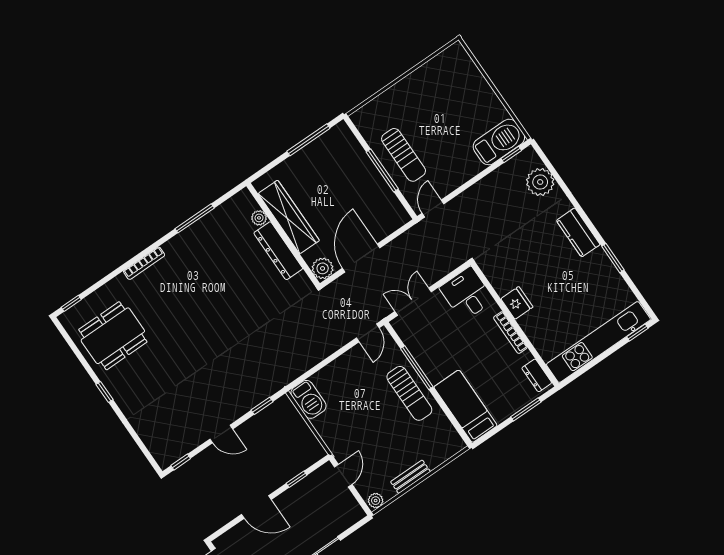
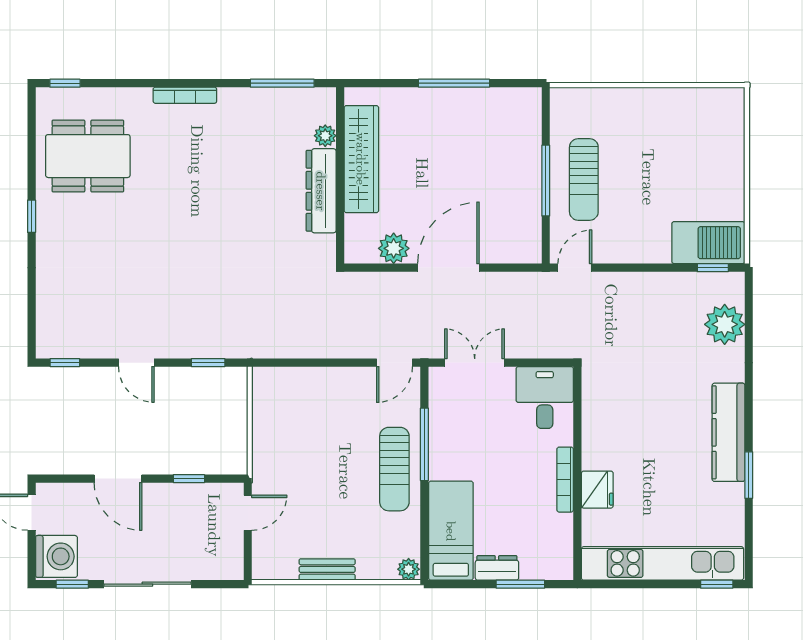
window: (308, 140) -> (454, 83), moved
wardrobe: (289, 217) -> (361, 159), moved
plant: (259, 218) -> (325, 136), moved
kitchen counter: (578, 232) -> (728, 432), width x1.50
wall: (283, 235) -> (340, 175), moved
dresser: (278, 251) -> (321, 191), moved
fridge: (517, 303) -> (597, 490), moved
dresser: (537, 375) -> (497, 568), moved, turned 90
barbecue: (308, 399) -> (269, 393), removed
plant: (376, 501) -> (409, 569), moved

